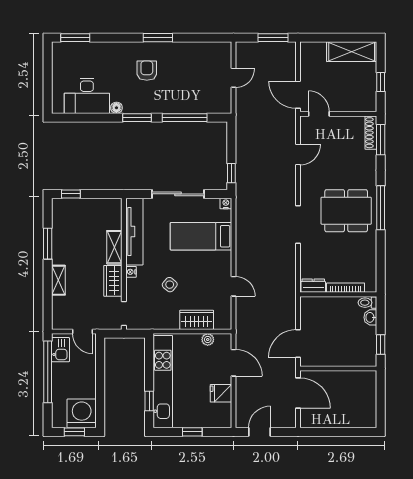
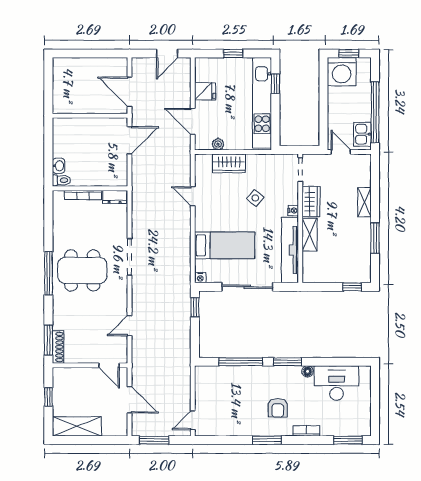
bookcase: (118, 47) -> (306, 431), added
door: (233, 78) -> (193, 420), moved
door: (298, 95) -> (130, 400), moved
window: (381, 345) -> (48, 139), removed

